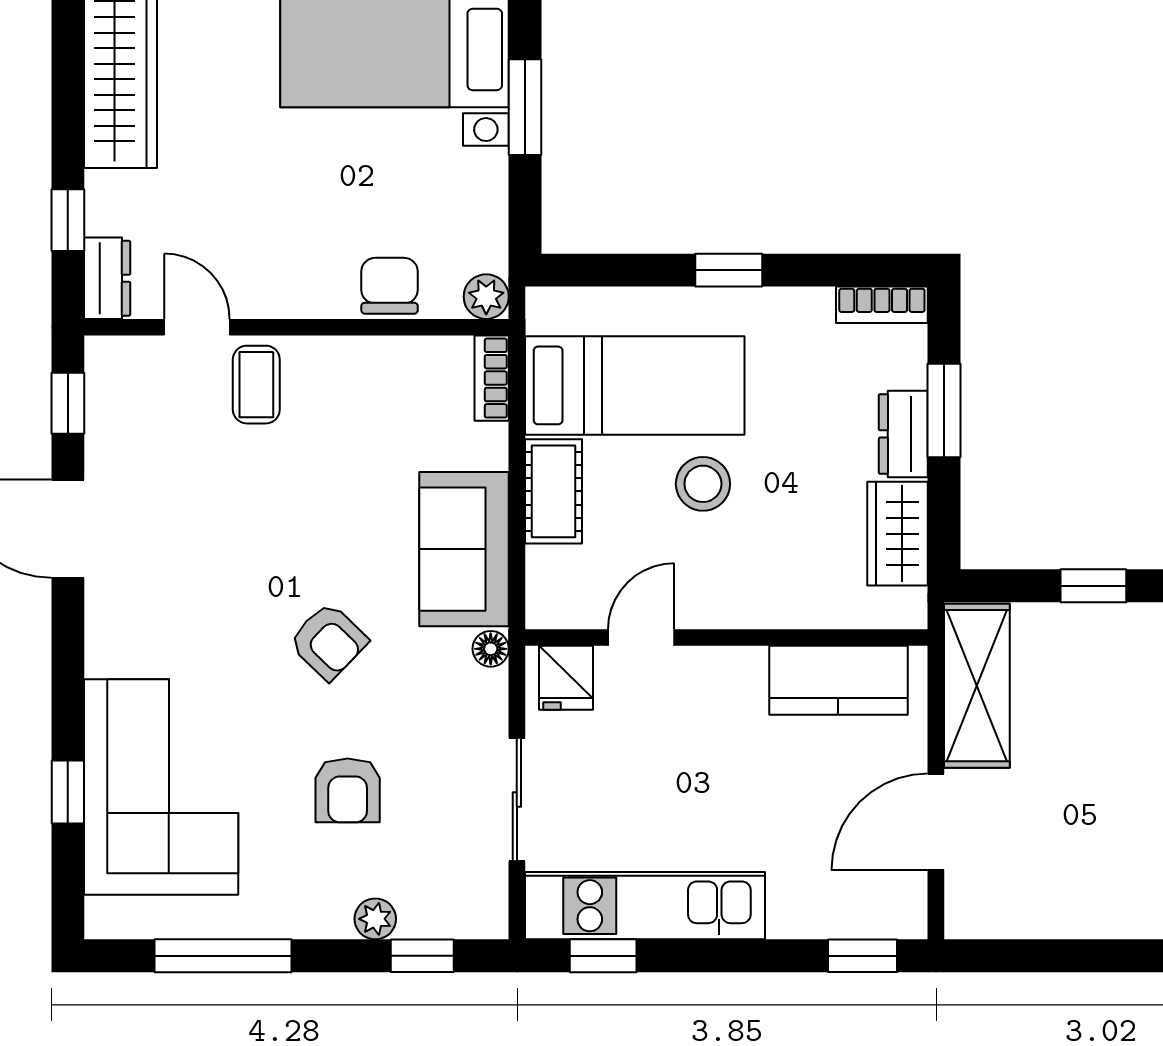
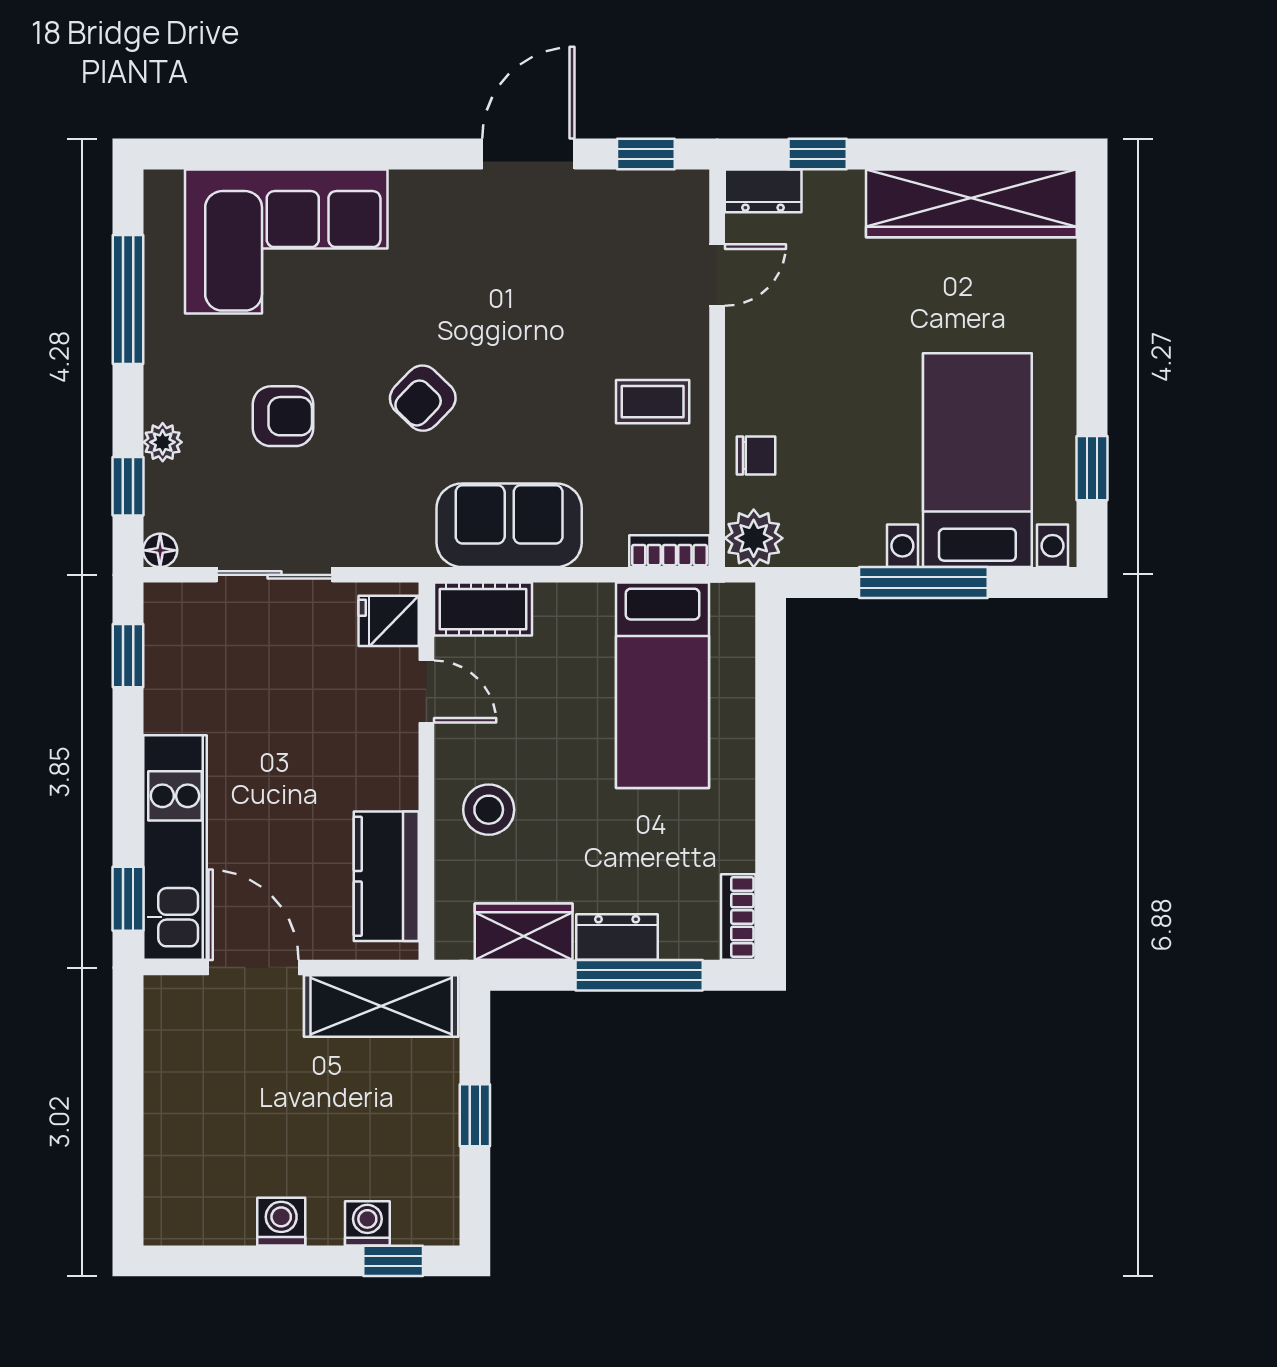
window: (525, 107) -> (923, 582), width x1.44
window: (729, 270) -> (771, 773), removed
chair: (390, 286) -> (756, 456), width x0.73, depth x0.73
plant: (486, 297) -> (754, 538), width x1.38, depth x1.38
coffee table: (256, 385) -> (653, 402), moved
window: (944, 410) -> (639, 975), width x1.44
stool: (703, 484) -> (489, 810), moved
cot: (553, 491) -> (483, 609), moved
floor lamp: (491, 649) -> (160, 550), moved
armchair: (348, 790) -> (283, 416), turned 180
window: (68, 792) -> (282, 154), removed
kitchen unit: (645, 906) -> (175, 848), moved

